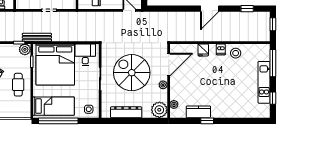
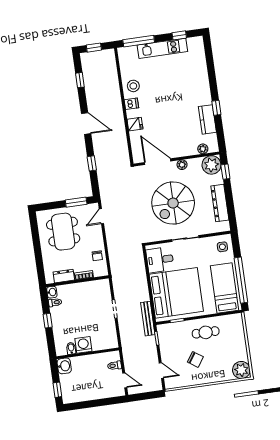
window: (175, 9) -> (92, 163), added
plant: (25, 49) -> (164, 330), removed
window: (152, 121) -> (225, 172), added

